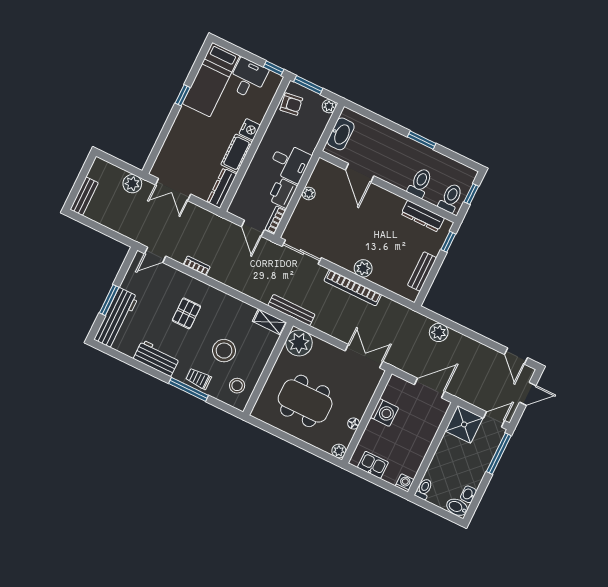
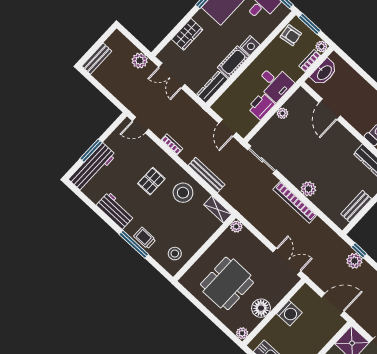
wardrobe: (176, 138) -> (187, 34), added
bookcase: (275, 220) -> (310, 61), moved
bench: (291, 310) -> (207, 175), moved
window: (440, 319) -> (359, 250), added
plant: (299, 343) -> (236, 227), width x0.53, depth x0.53
stool: (224, 351) -> (183, 193), moved
dining table: (305, 401) -> (227, 283), turned 90
floor lamp: (354, 423) -> (261, 308), width x1.89, depth x1.89

